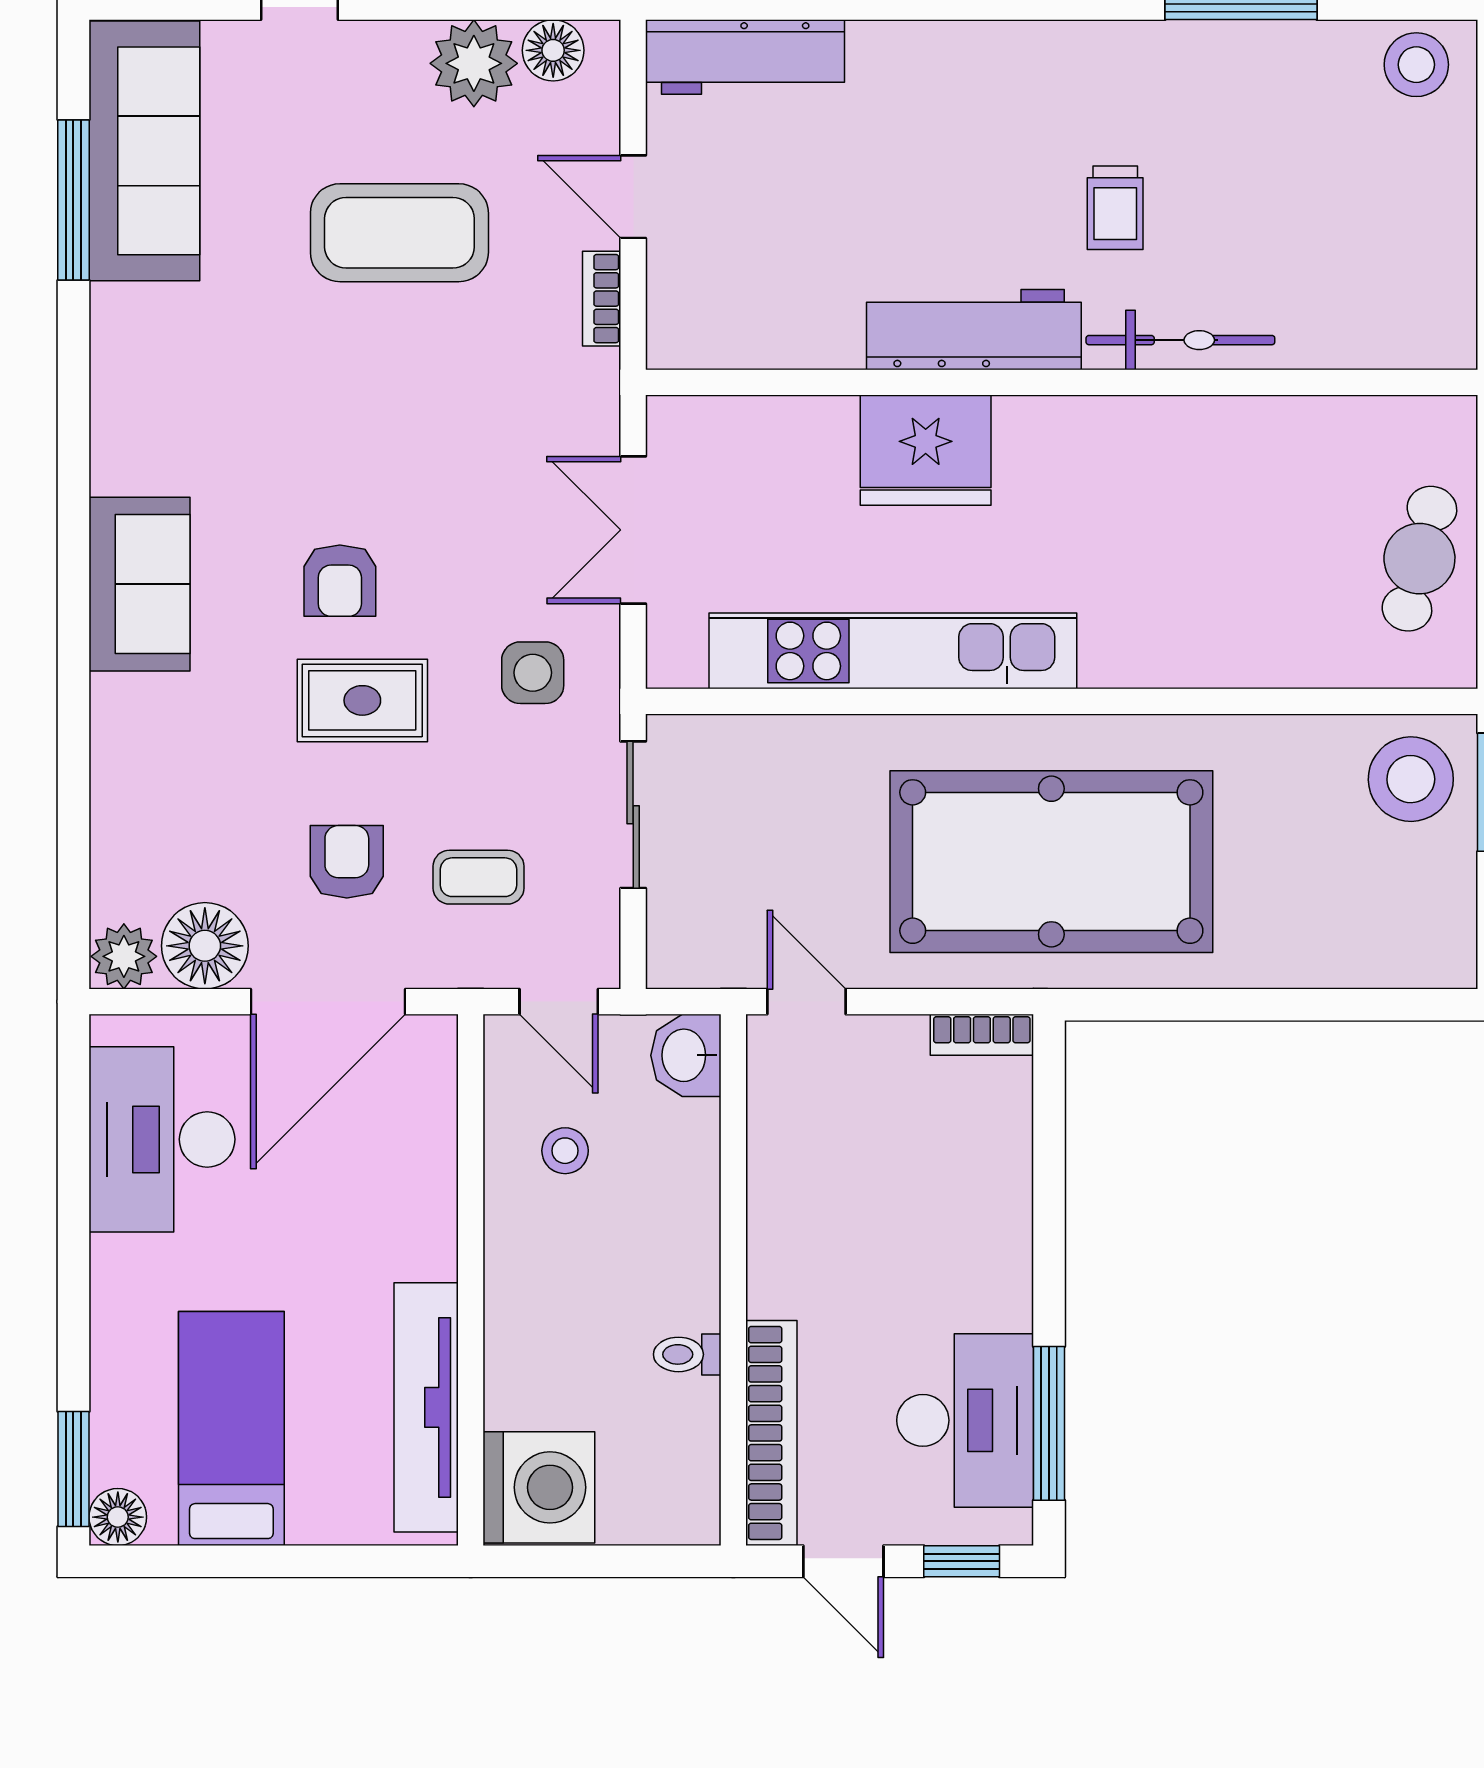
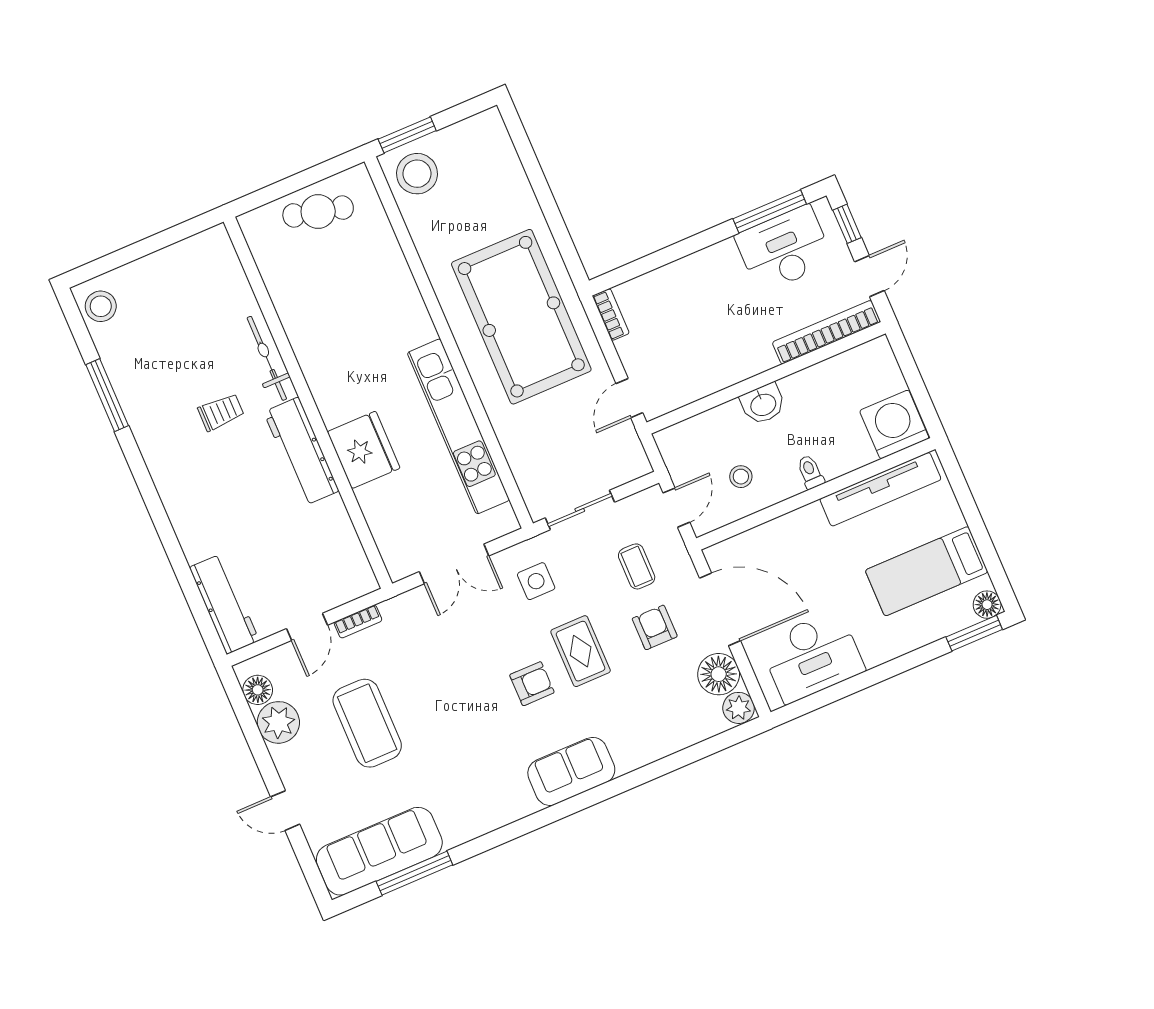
armchair: (347, 862) -> (655, 627), turned 90
washbasin: (686, 1055) -> (763, 404), moved
toilet: (687, 1354) -> (810, 472), moved, turned 180

